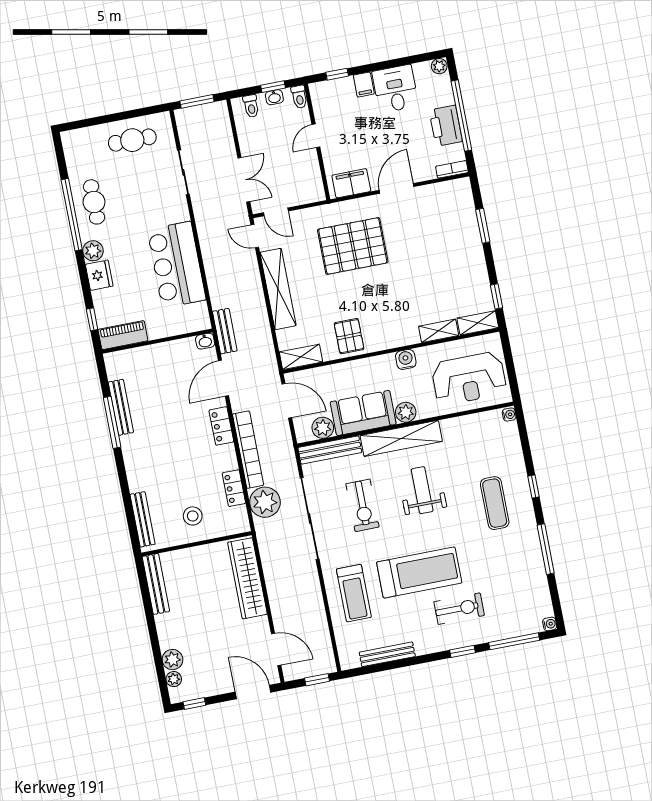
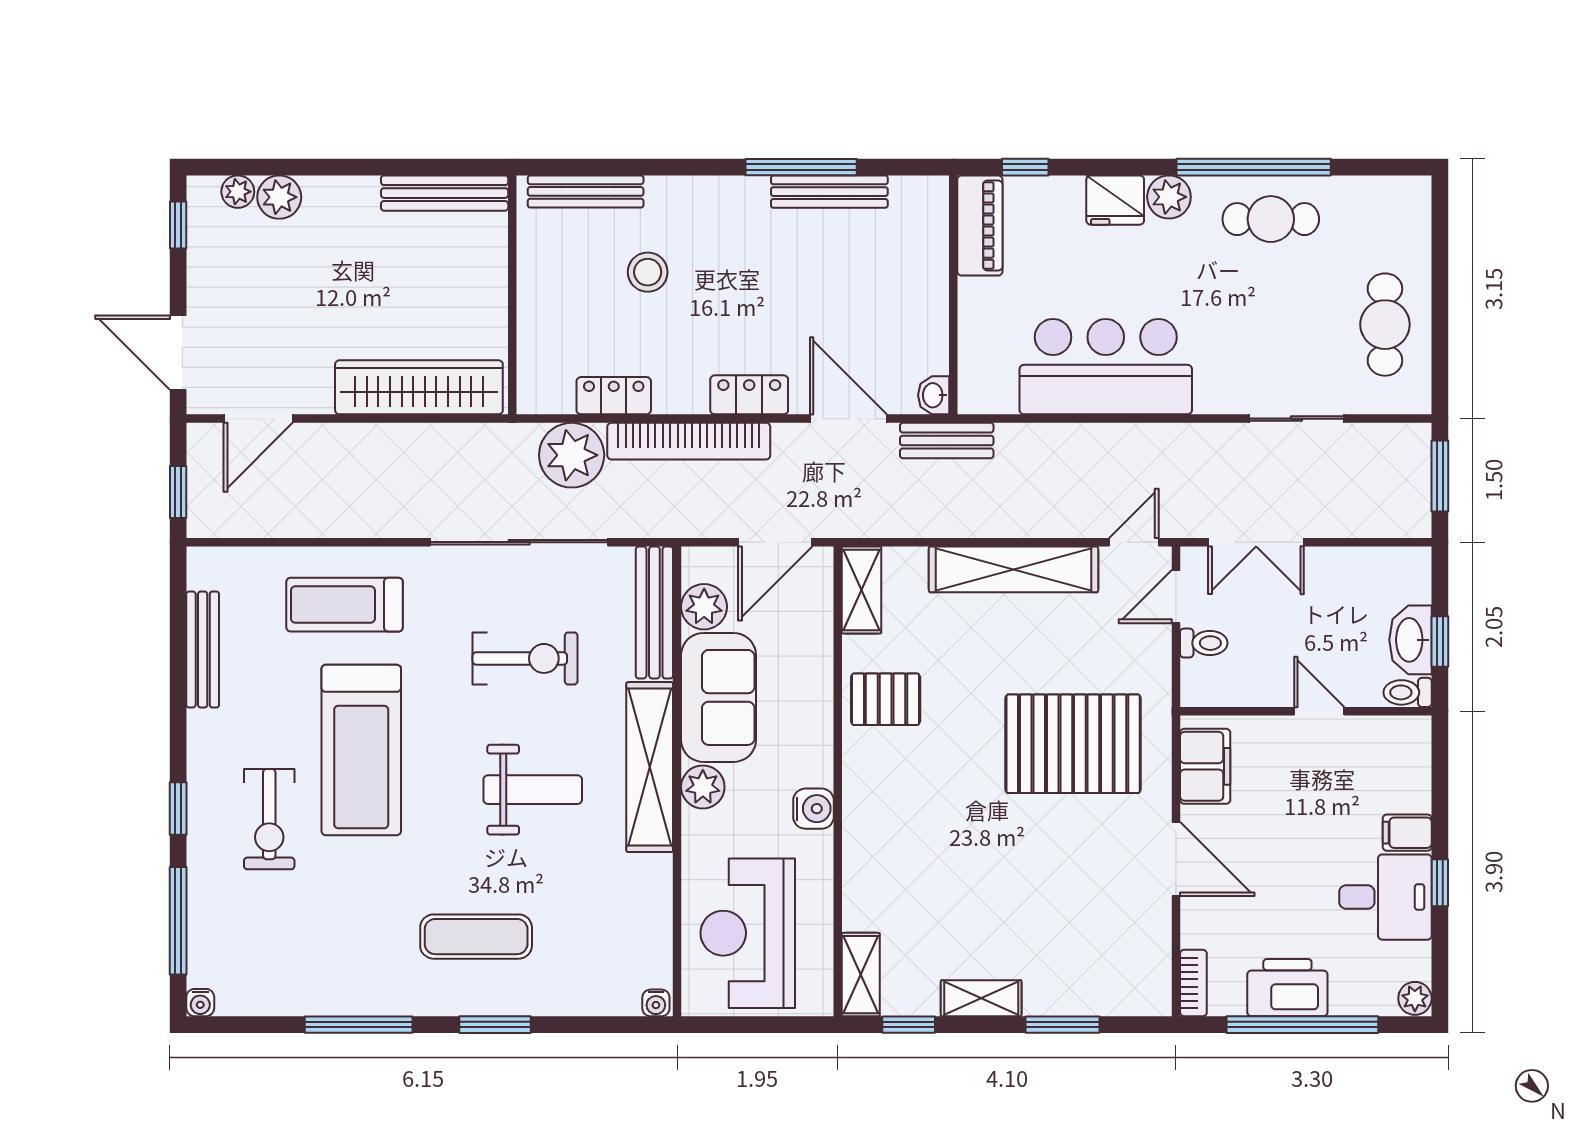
window: (337, 74) -> (1440, 883), moved
washbasin: (274, 97) -> (1410, 640), width x1.91, depth x1.45
toilet: (251, 106) -> (1204, 643), moved, turned 180
pallet: (353, 246) -> (1073, 744), turned 90
shelving: (439, 331) -> (981, 998), moved, turned 90
window: (533, 487) -> (495, 1025), width x1.50
exercise bike: (363, 505) -> (525, 658), turned 180
stool: (193, 516) -> (648, 272), moved
door: (253, 692) -> (178, 353), swing flipped

